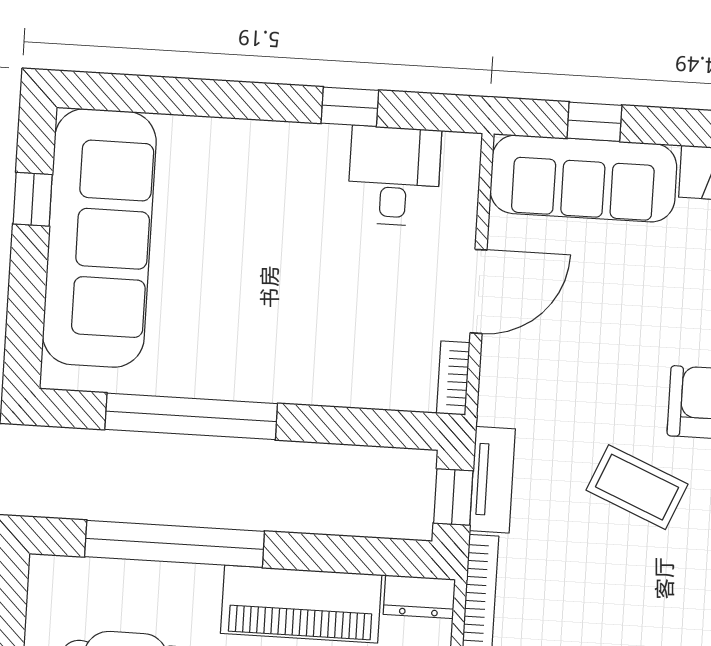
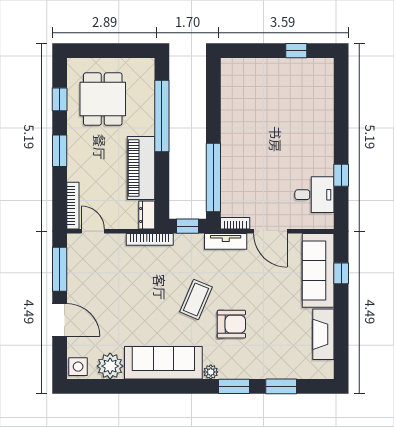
sofa: (99, 238) -> (282, 78), removed
window: (191, 416) -> (213, 178), moved
tv unit: (492, 480) -> (226, 241), moved

